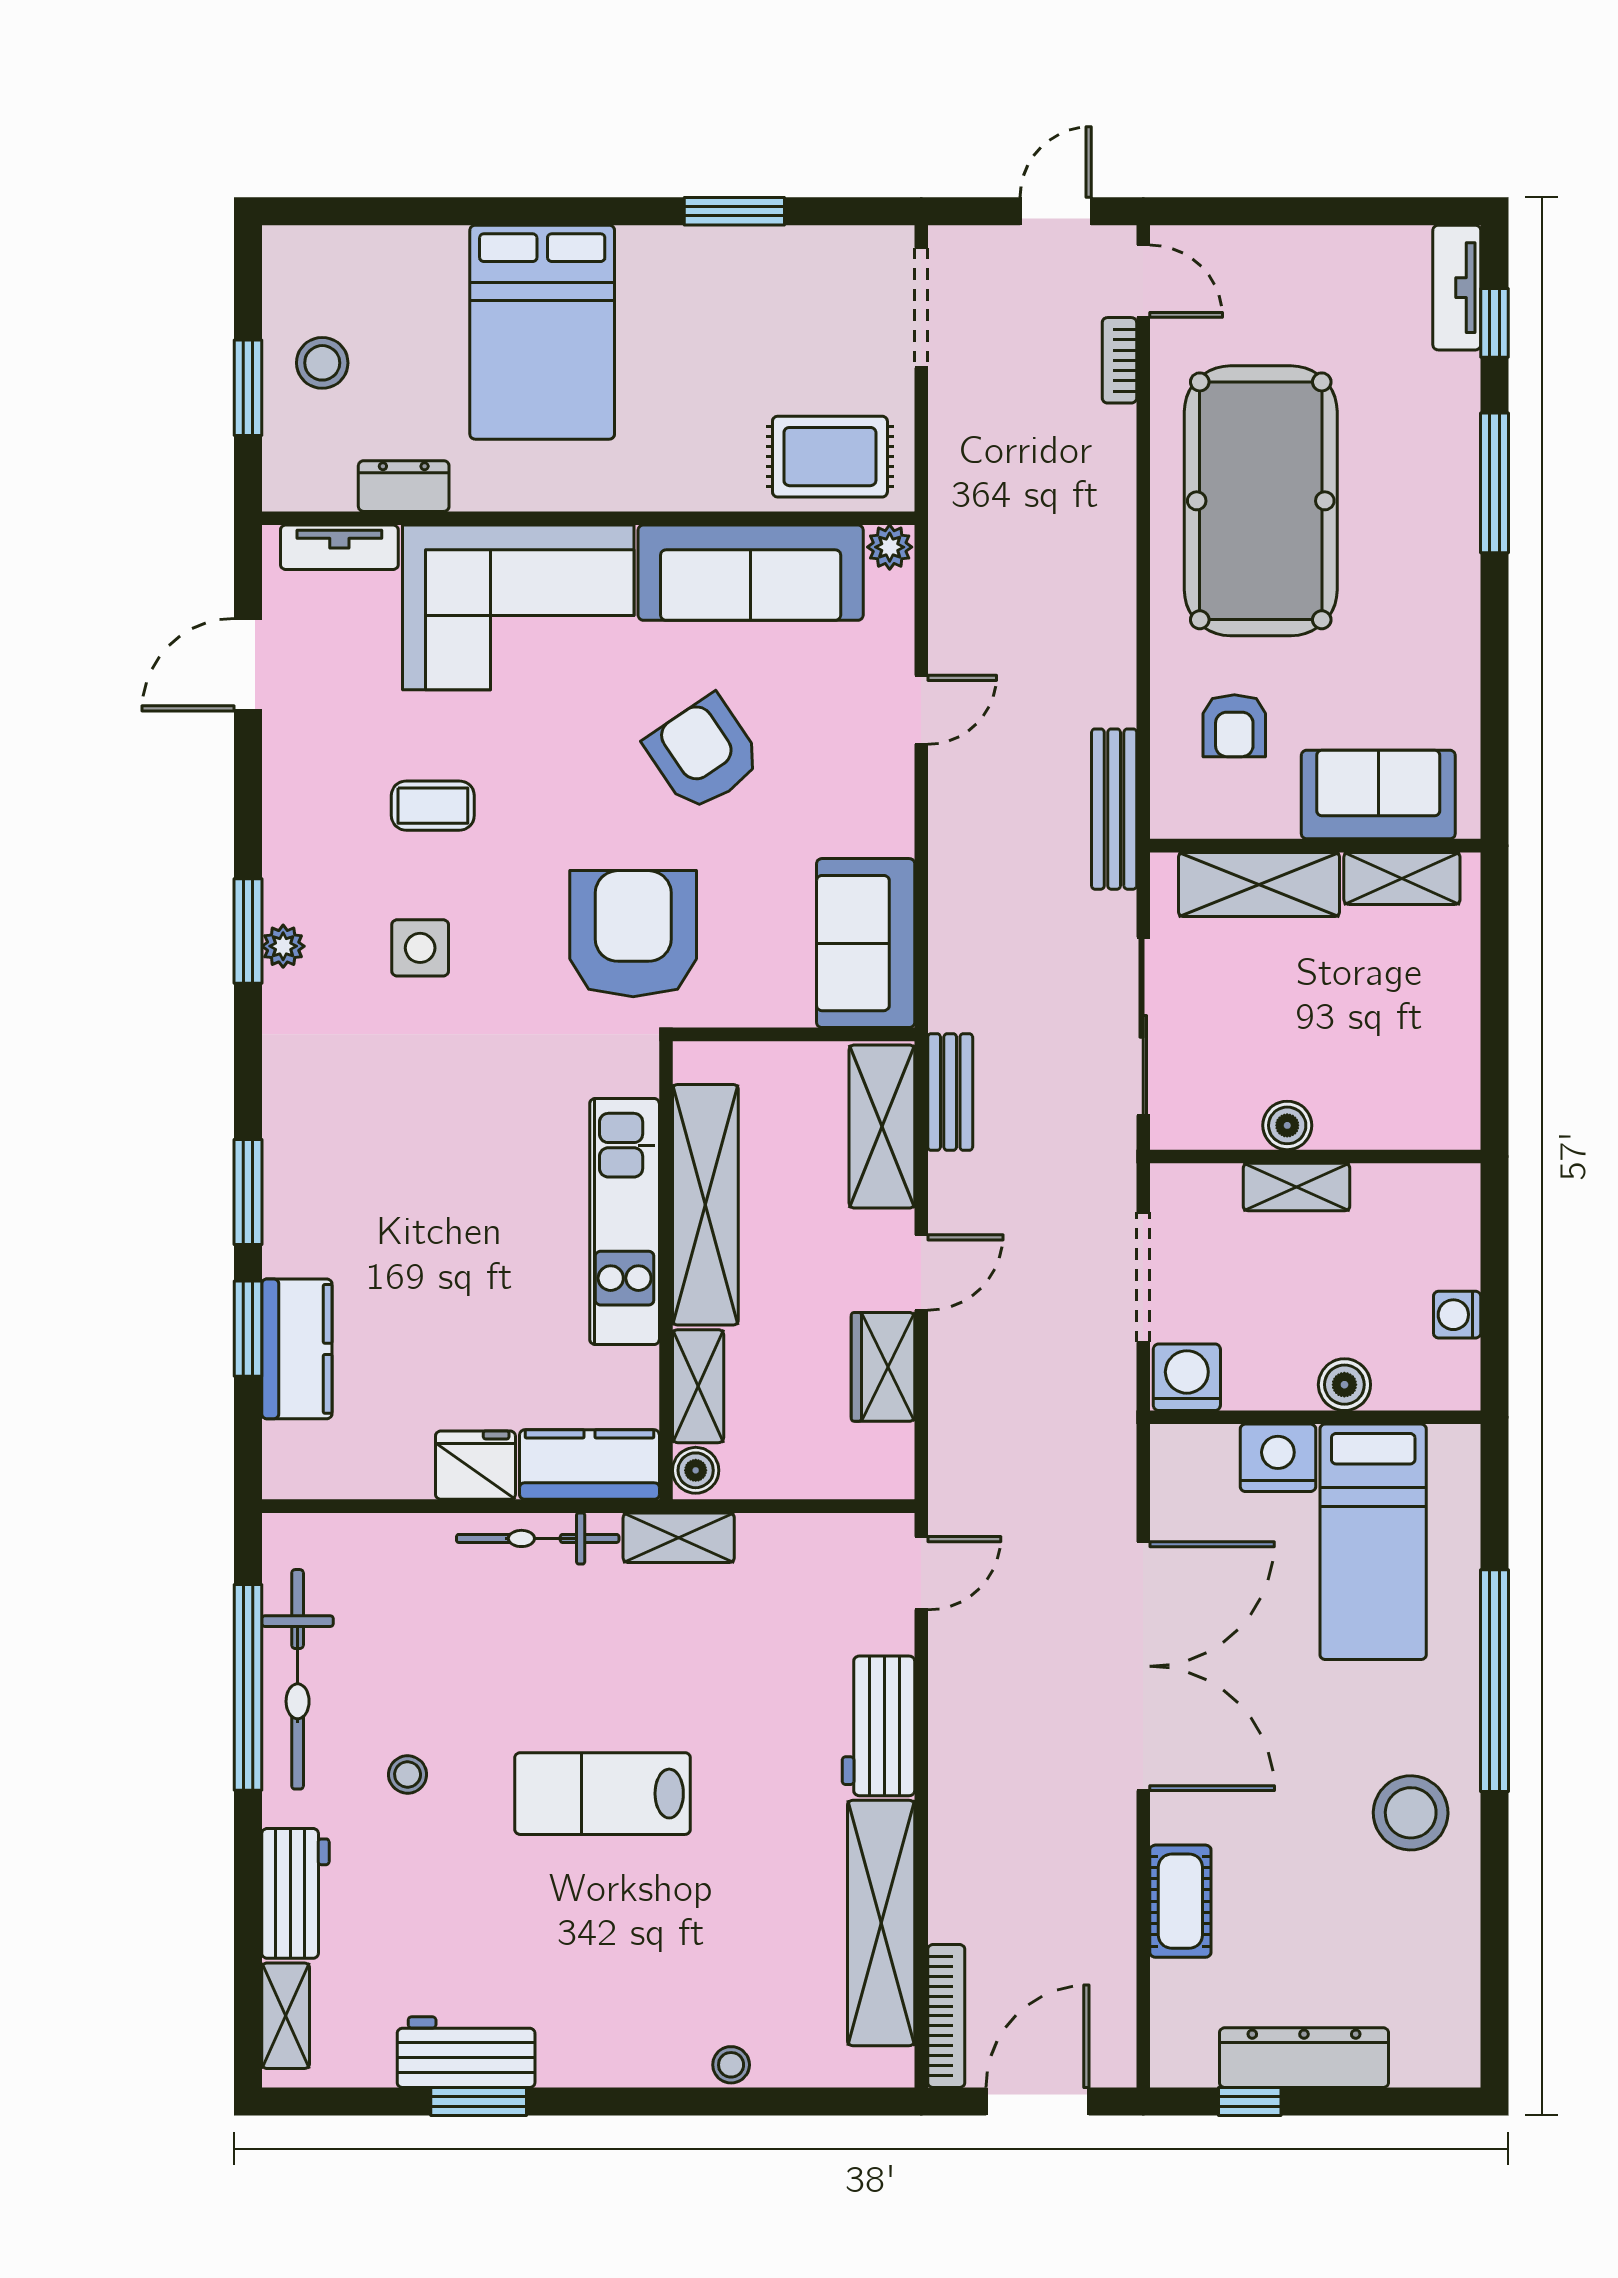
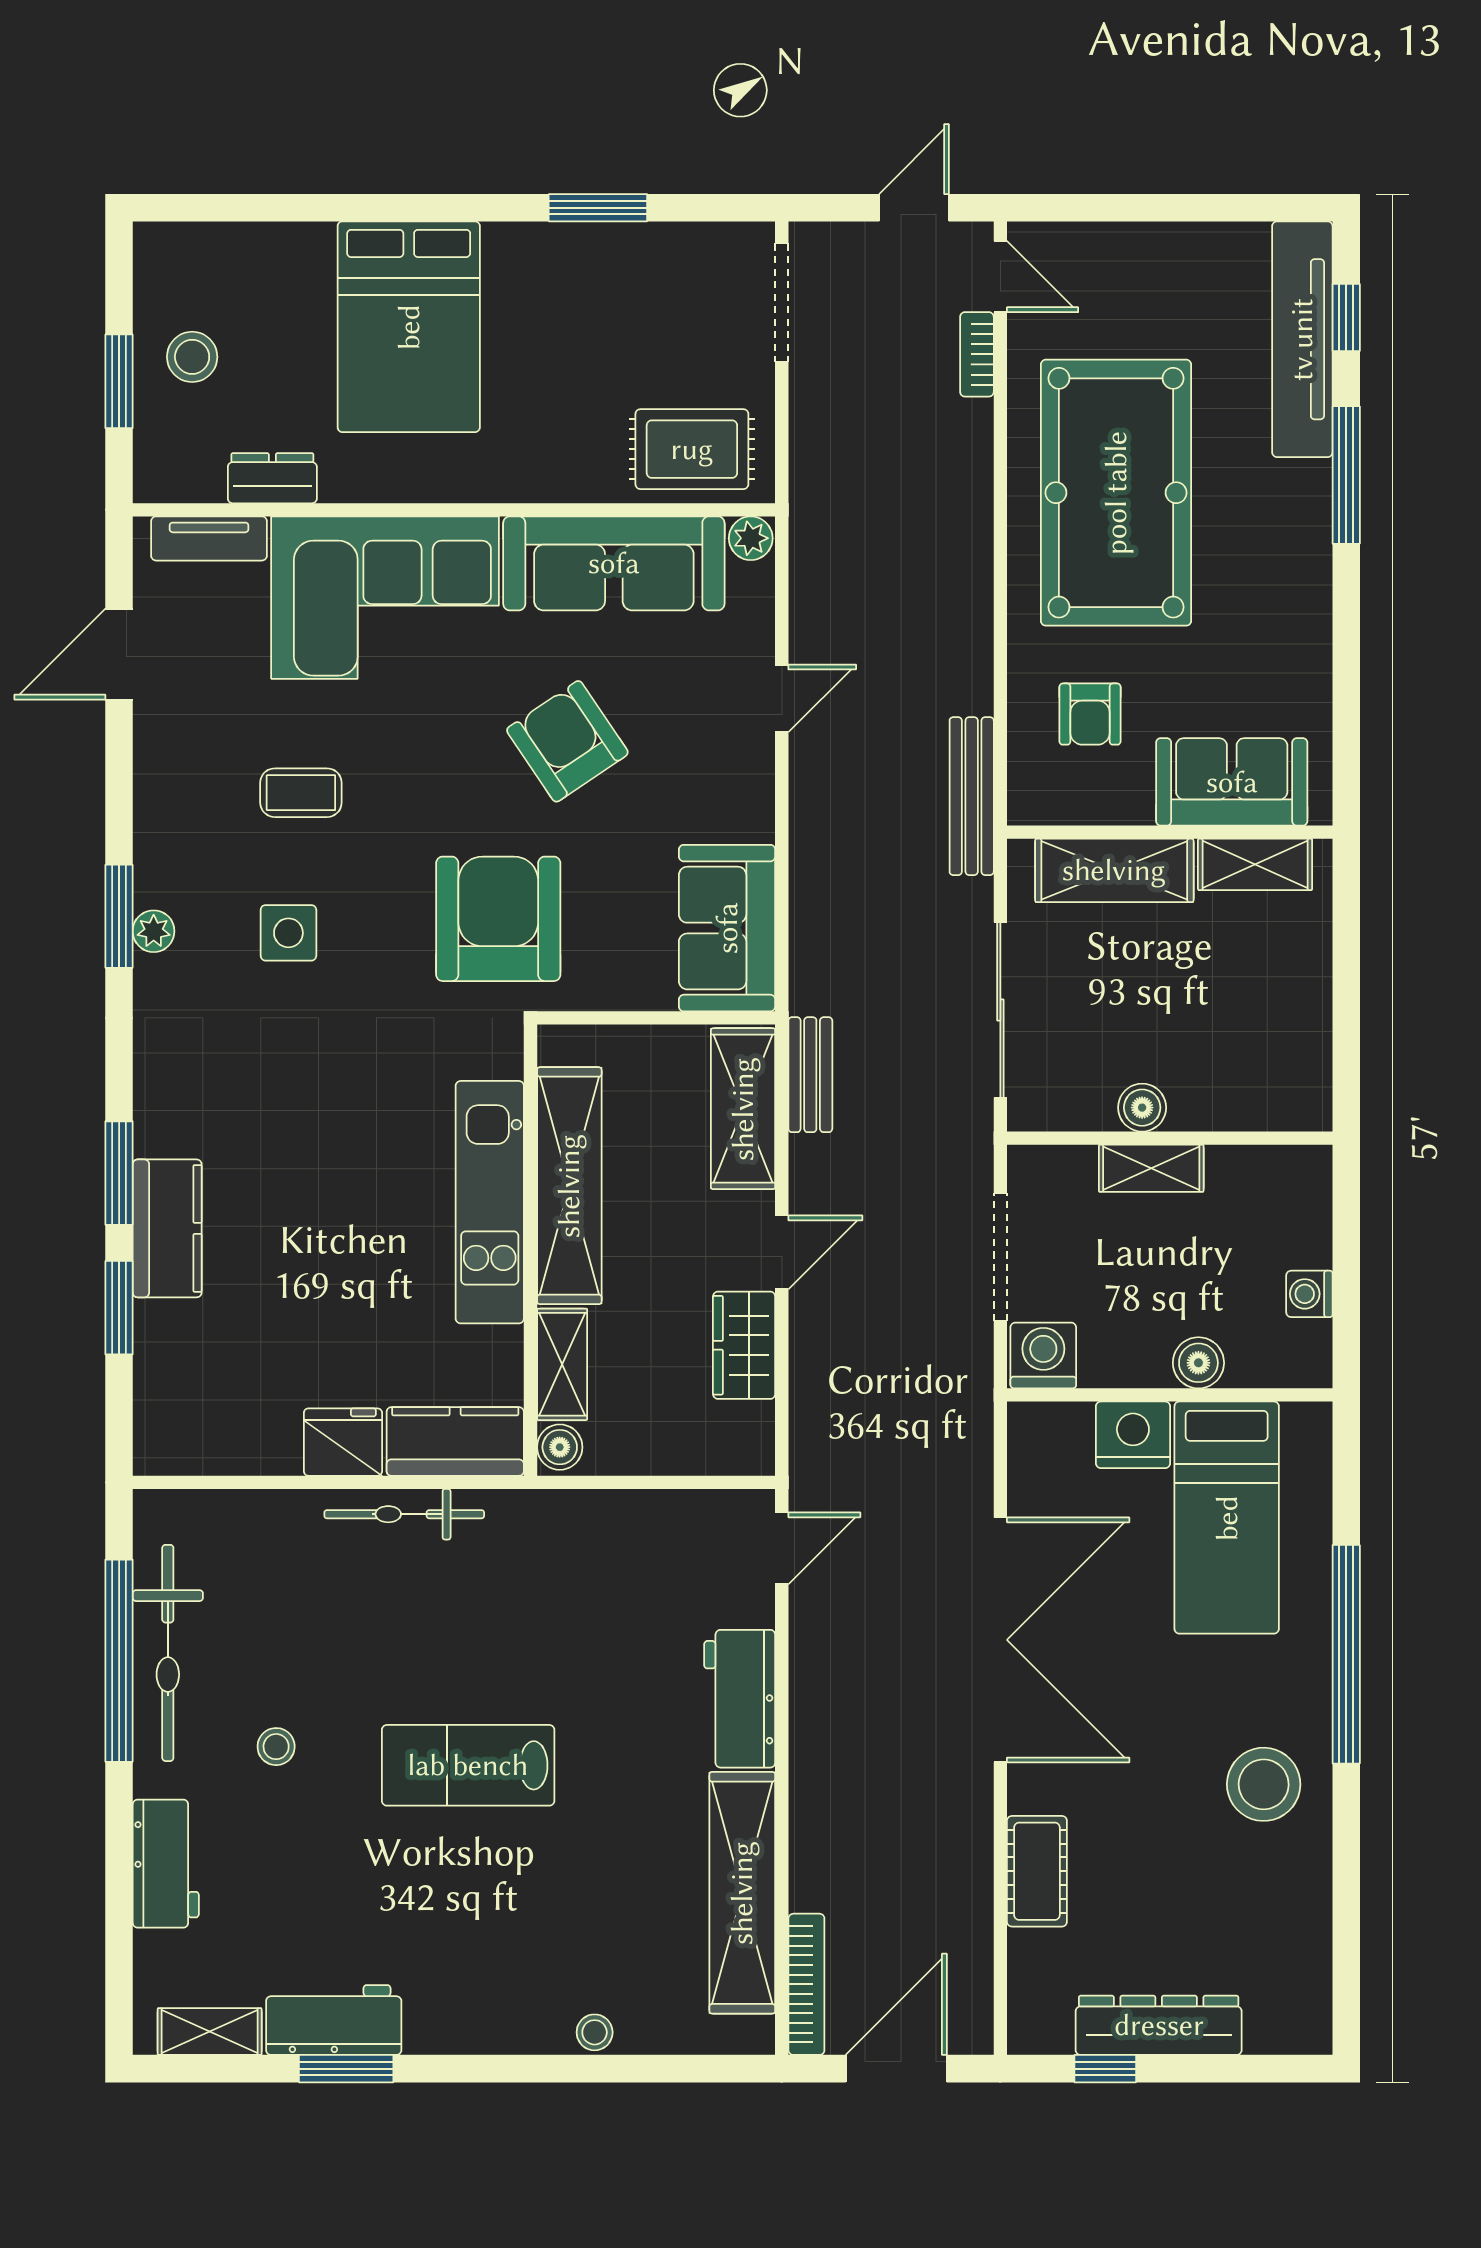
tv unit: (1457, 288) -> (1302, 339), width x1.92, depth x1.29
kitchen counter: (297, 1349) -> (167, 1228), moved
shelving: (679, 1538) -> (543, 1513), removed
shelving: (286, 2016) -> (210, 2032), moved, turned 90

